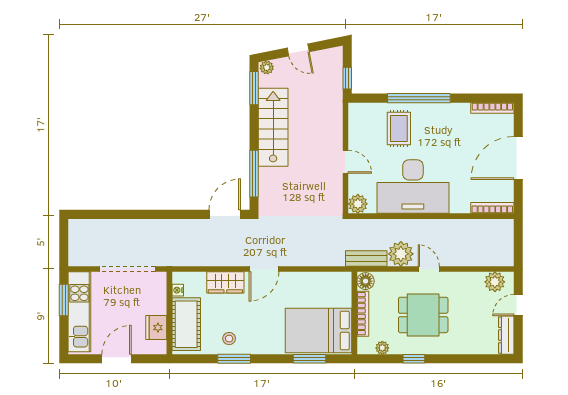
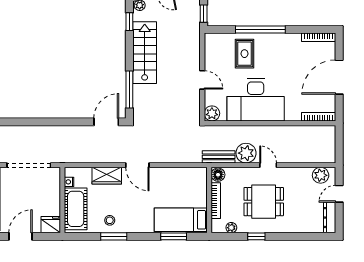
window: (254, 88) -> (129, 22), width x0.67
door: (264, 269) -> (137, 165), hinge flipped
fridge: (156, 328) -> (51, 225), moved, turned 90
bed: (318, 330) -> (181, 220), width x0.67

